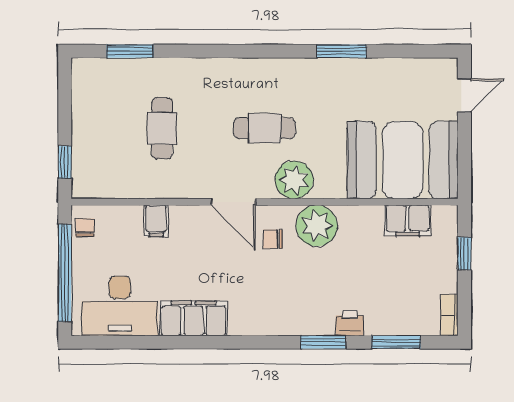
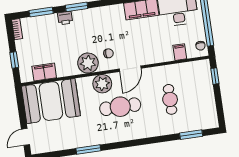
cafe table: (265, 128) -> (120, 107), width x1.37, depth x1.35
door: (233, 202) -> (130, 69), swing flipped
filing cabinet: (156, 221) -> (180, 52), moved

